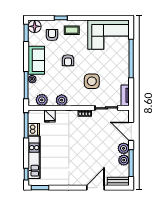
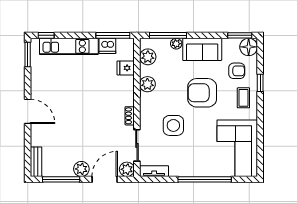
armchair: (68, 60) -> (202, 93), width x1.88, depth x1.88
plant: (124, 160) -> (127, 169), moved
door: (96, 188) -> (28, 111), moved

